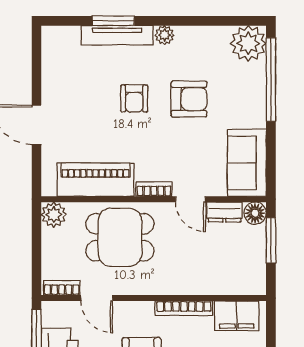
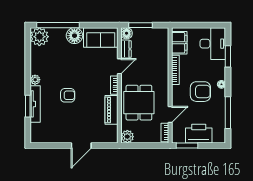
armchair: (189, 99) -> (68, 67), removed
floor lamp: (250, 112) -> (74, 36), added
piano: (96, 180) -> (111, 110), width x0.73, depth x0.75

